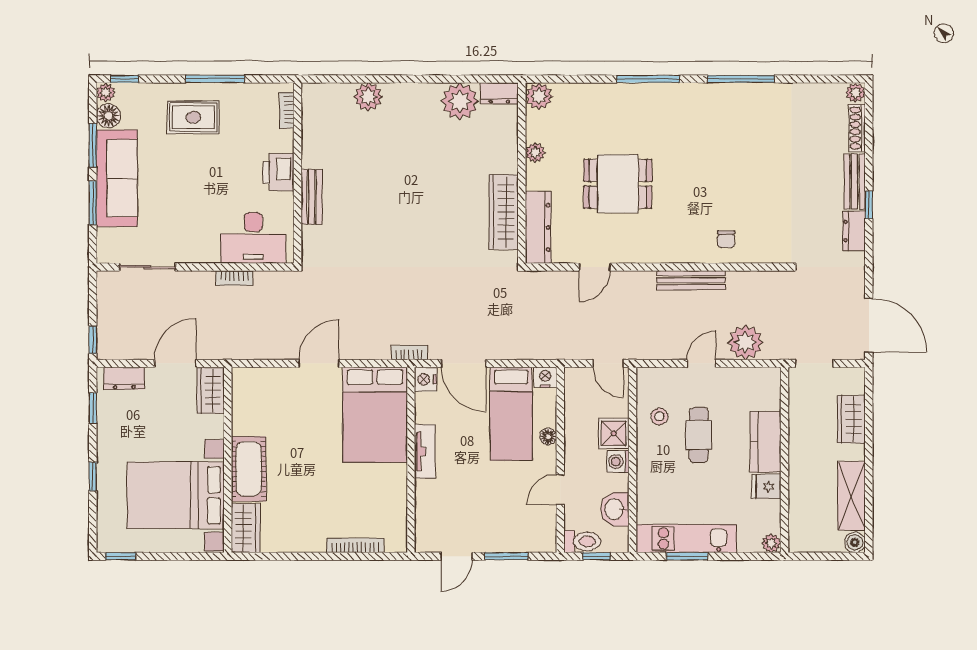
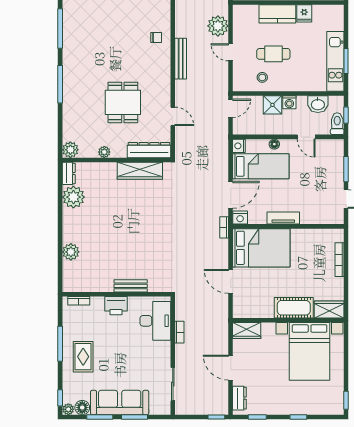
wardrobe: (211, 390) -> (247, 331), moved
wall: (228, 460) -> (288, 320), moved
cot: (249, 469) -> (294, 308), moved
bed with nightstands: (176, 495) -> (310, 351), moved
wardrobe: (246, 528) -> (329, 310), moved
plant: (771, 543) -> (338, 10), removed

